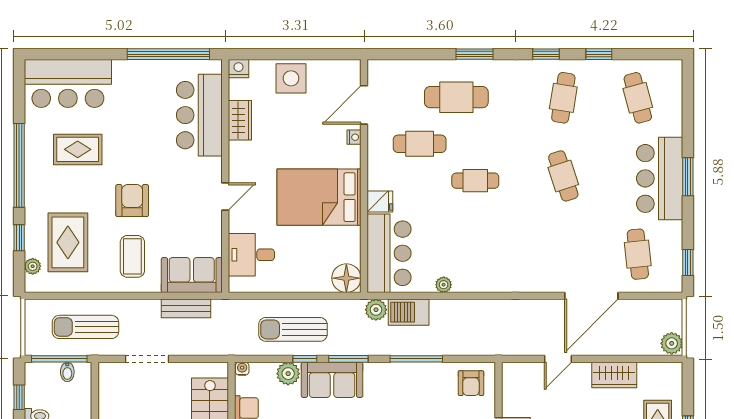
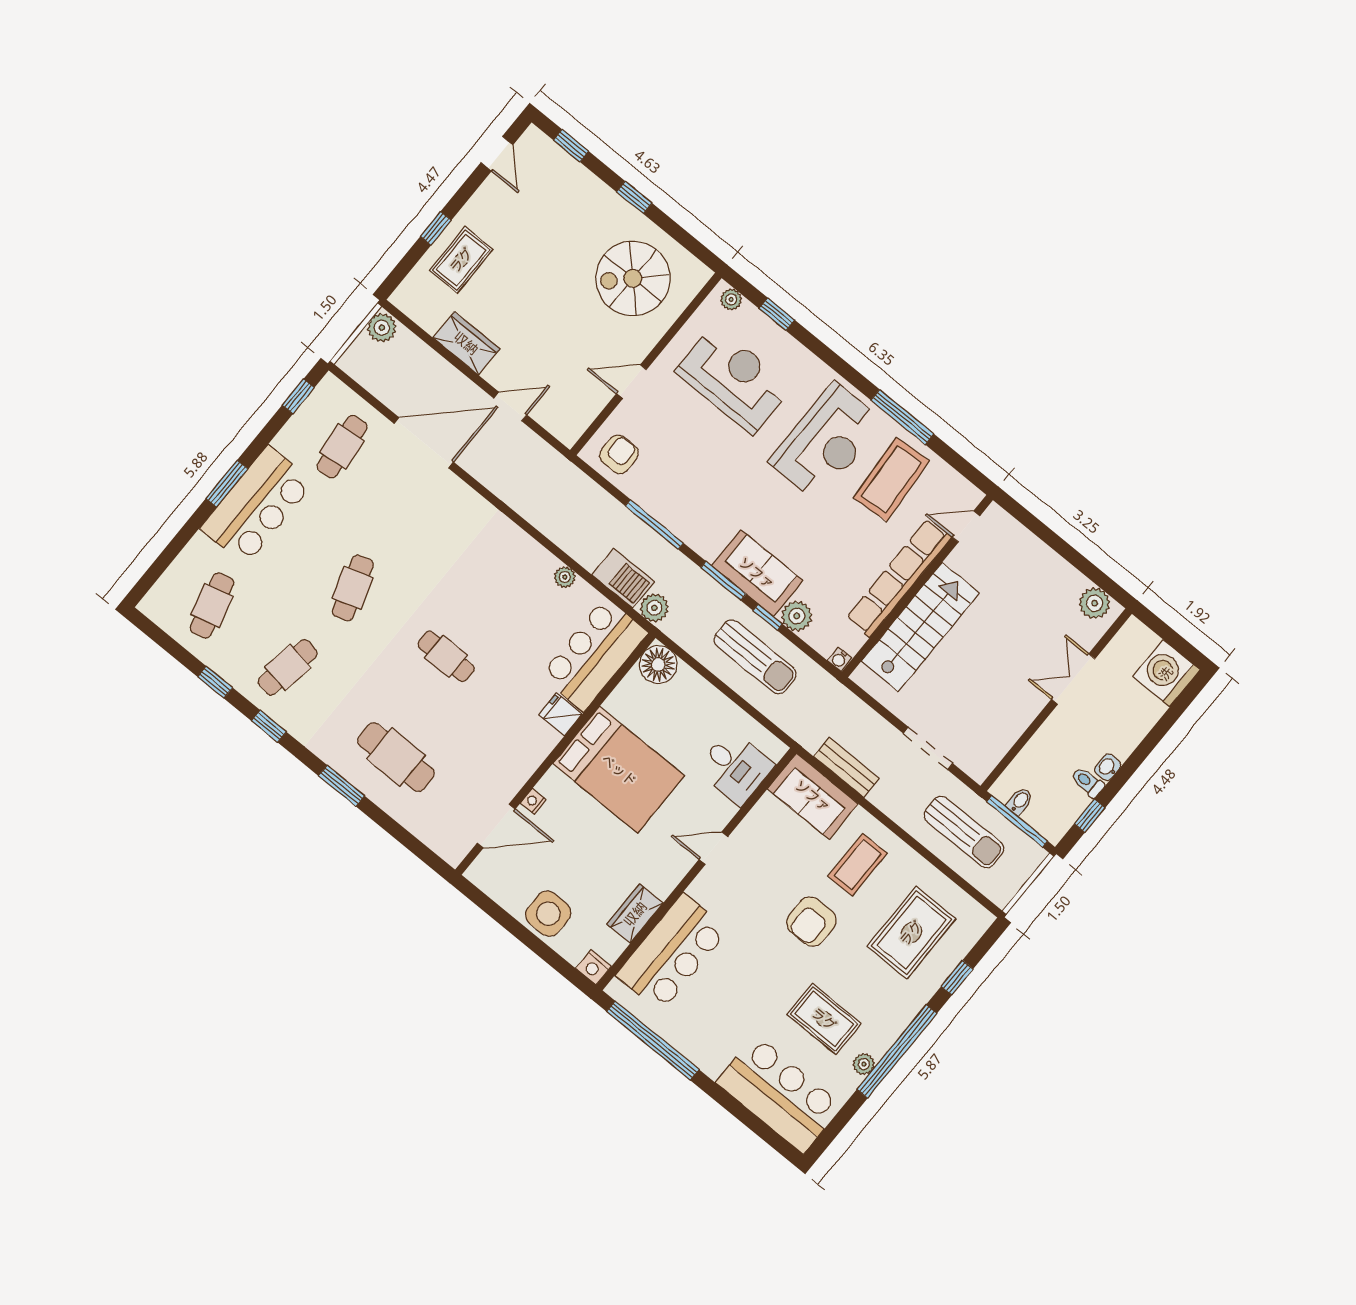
cafe table: (420, 144) -> (472, 740), removed
plant: (33, 266) -> (864, 1064), moved

